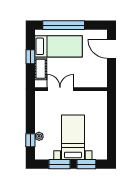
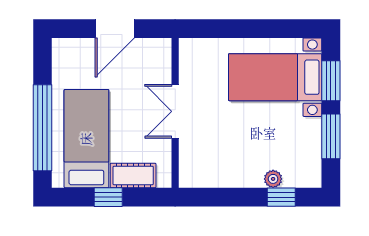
door: (111, 49) -> (115, 29), moved
double door: (60, 89) -> (175, 111), moved
bed with nightstands: (73, 137) -> (275, 77), moved

